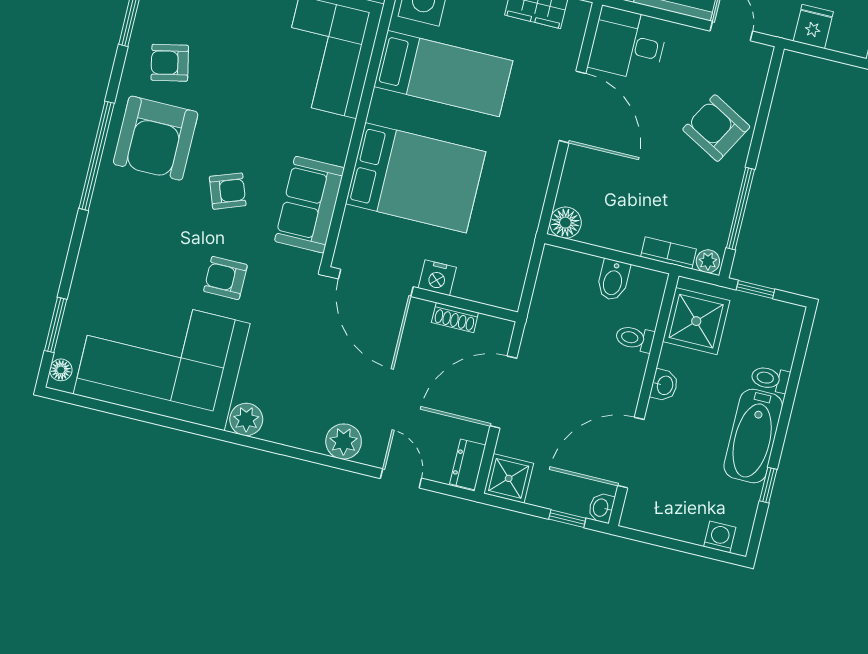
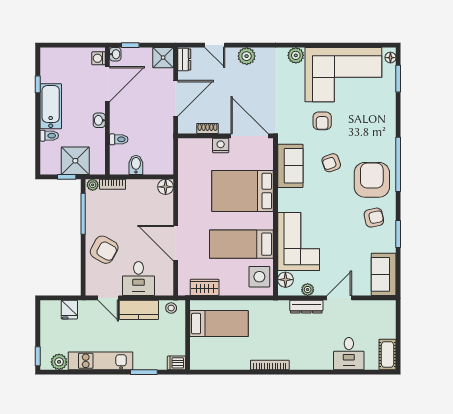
desk: (628, 44) -> (139, 279), moved, turned 90
armchair: (225, 278) -> (322, 121), turned 90
shower: (696, 321) -> (75, 161), moved
washing machine: (720, 537) -> (99, 58), moved, turned 90

